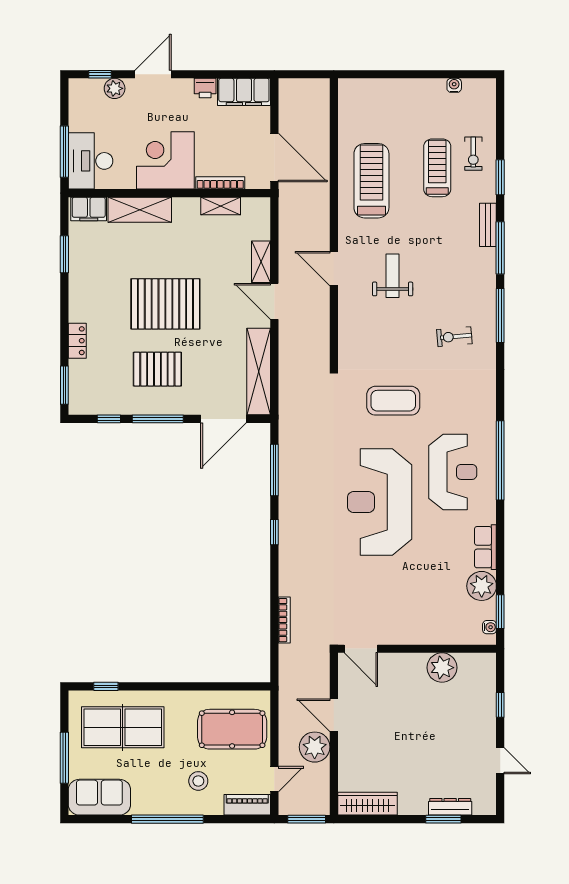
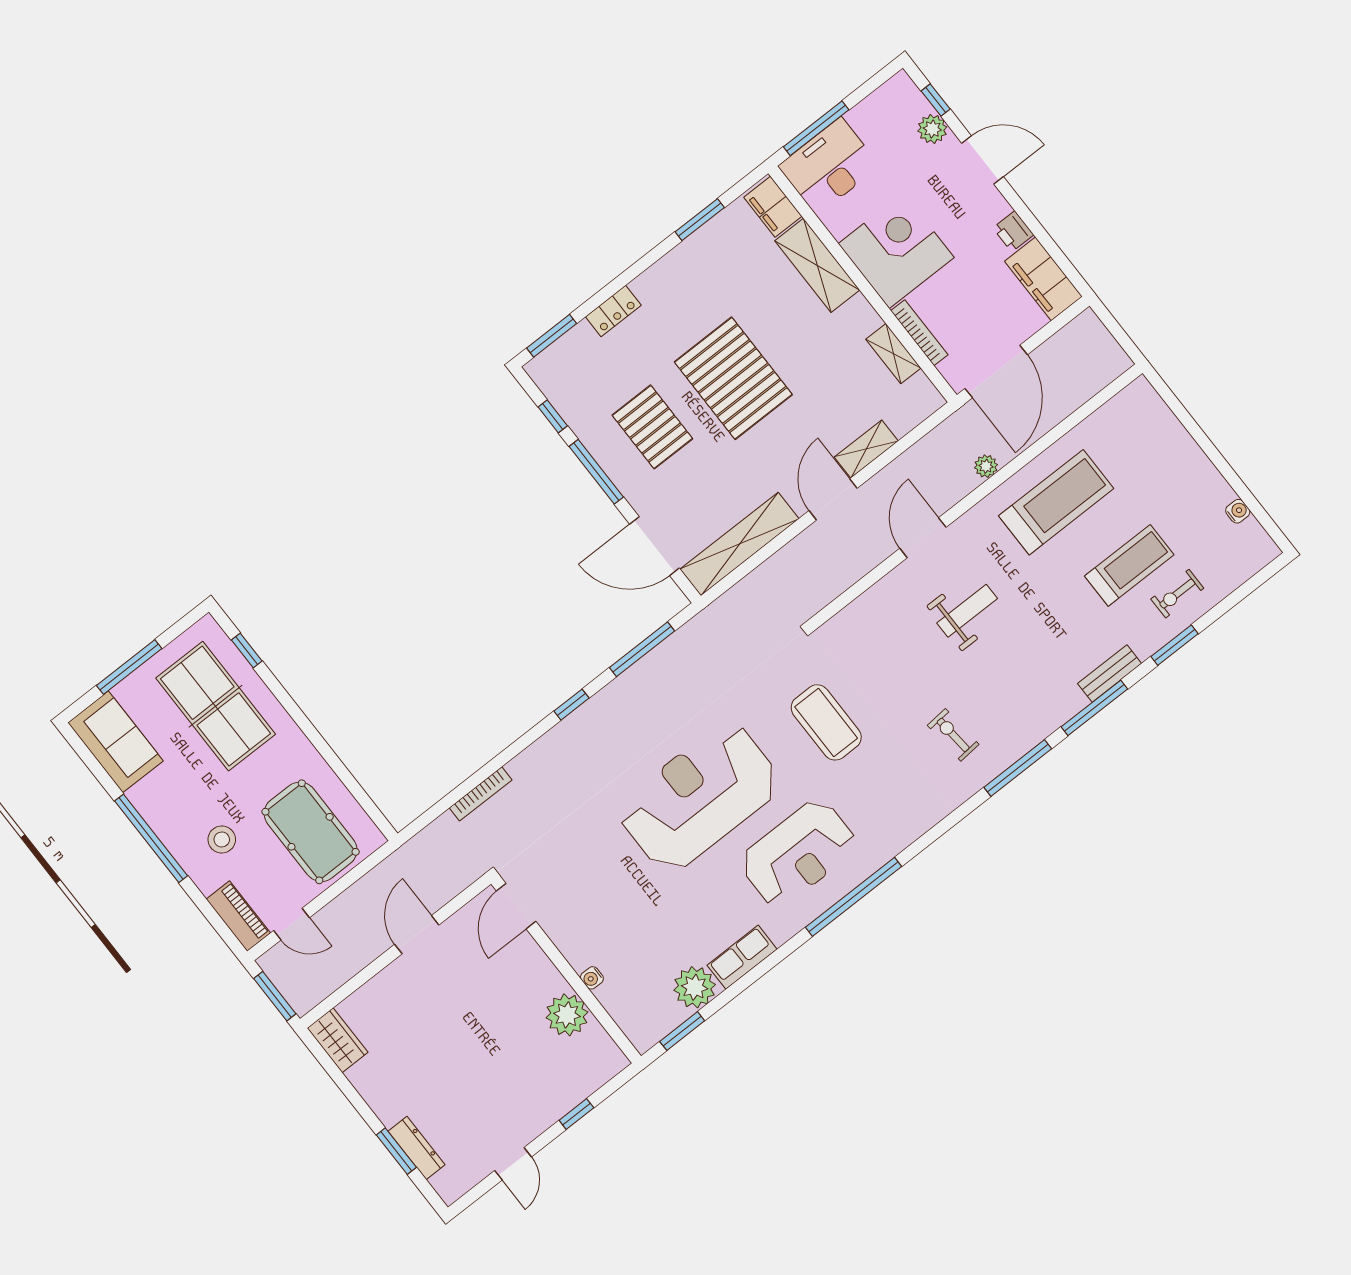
water cooler: (489, 627) -> (592, 978), moved, turned 90
plant: (315, 747) -> (986, 466), moved, width x0.53, depth x0.53
wardrobe: (367, 804) -> (338, 1040), width x0.67

